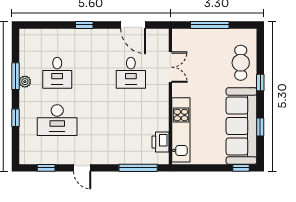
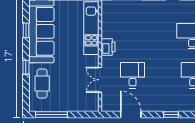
window: (210, 25) -> (51, 115), moved
printer: (161, 142) -> (108, 47), moved

